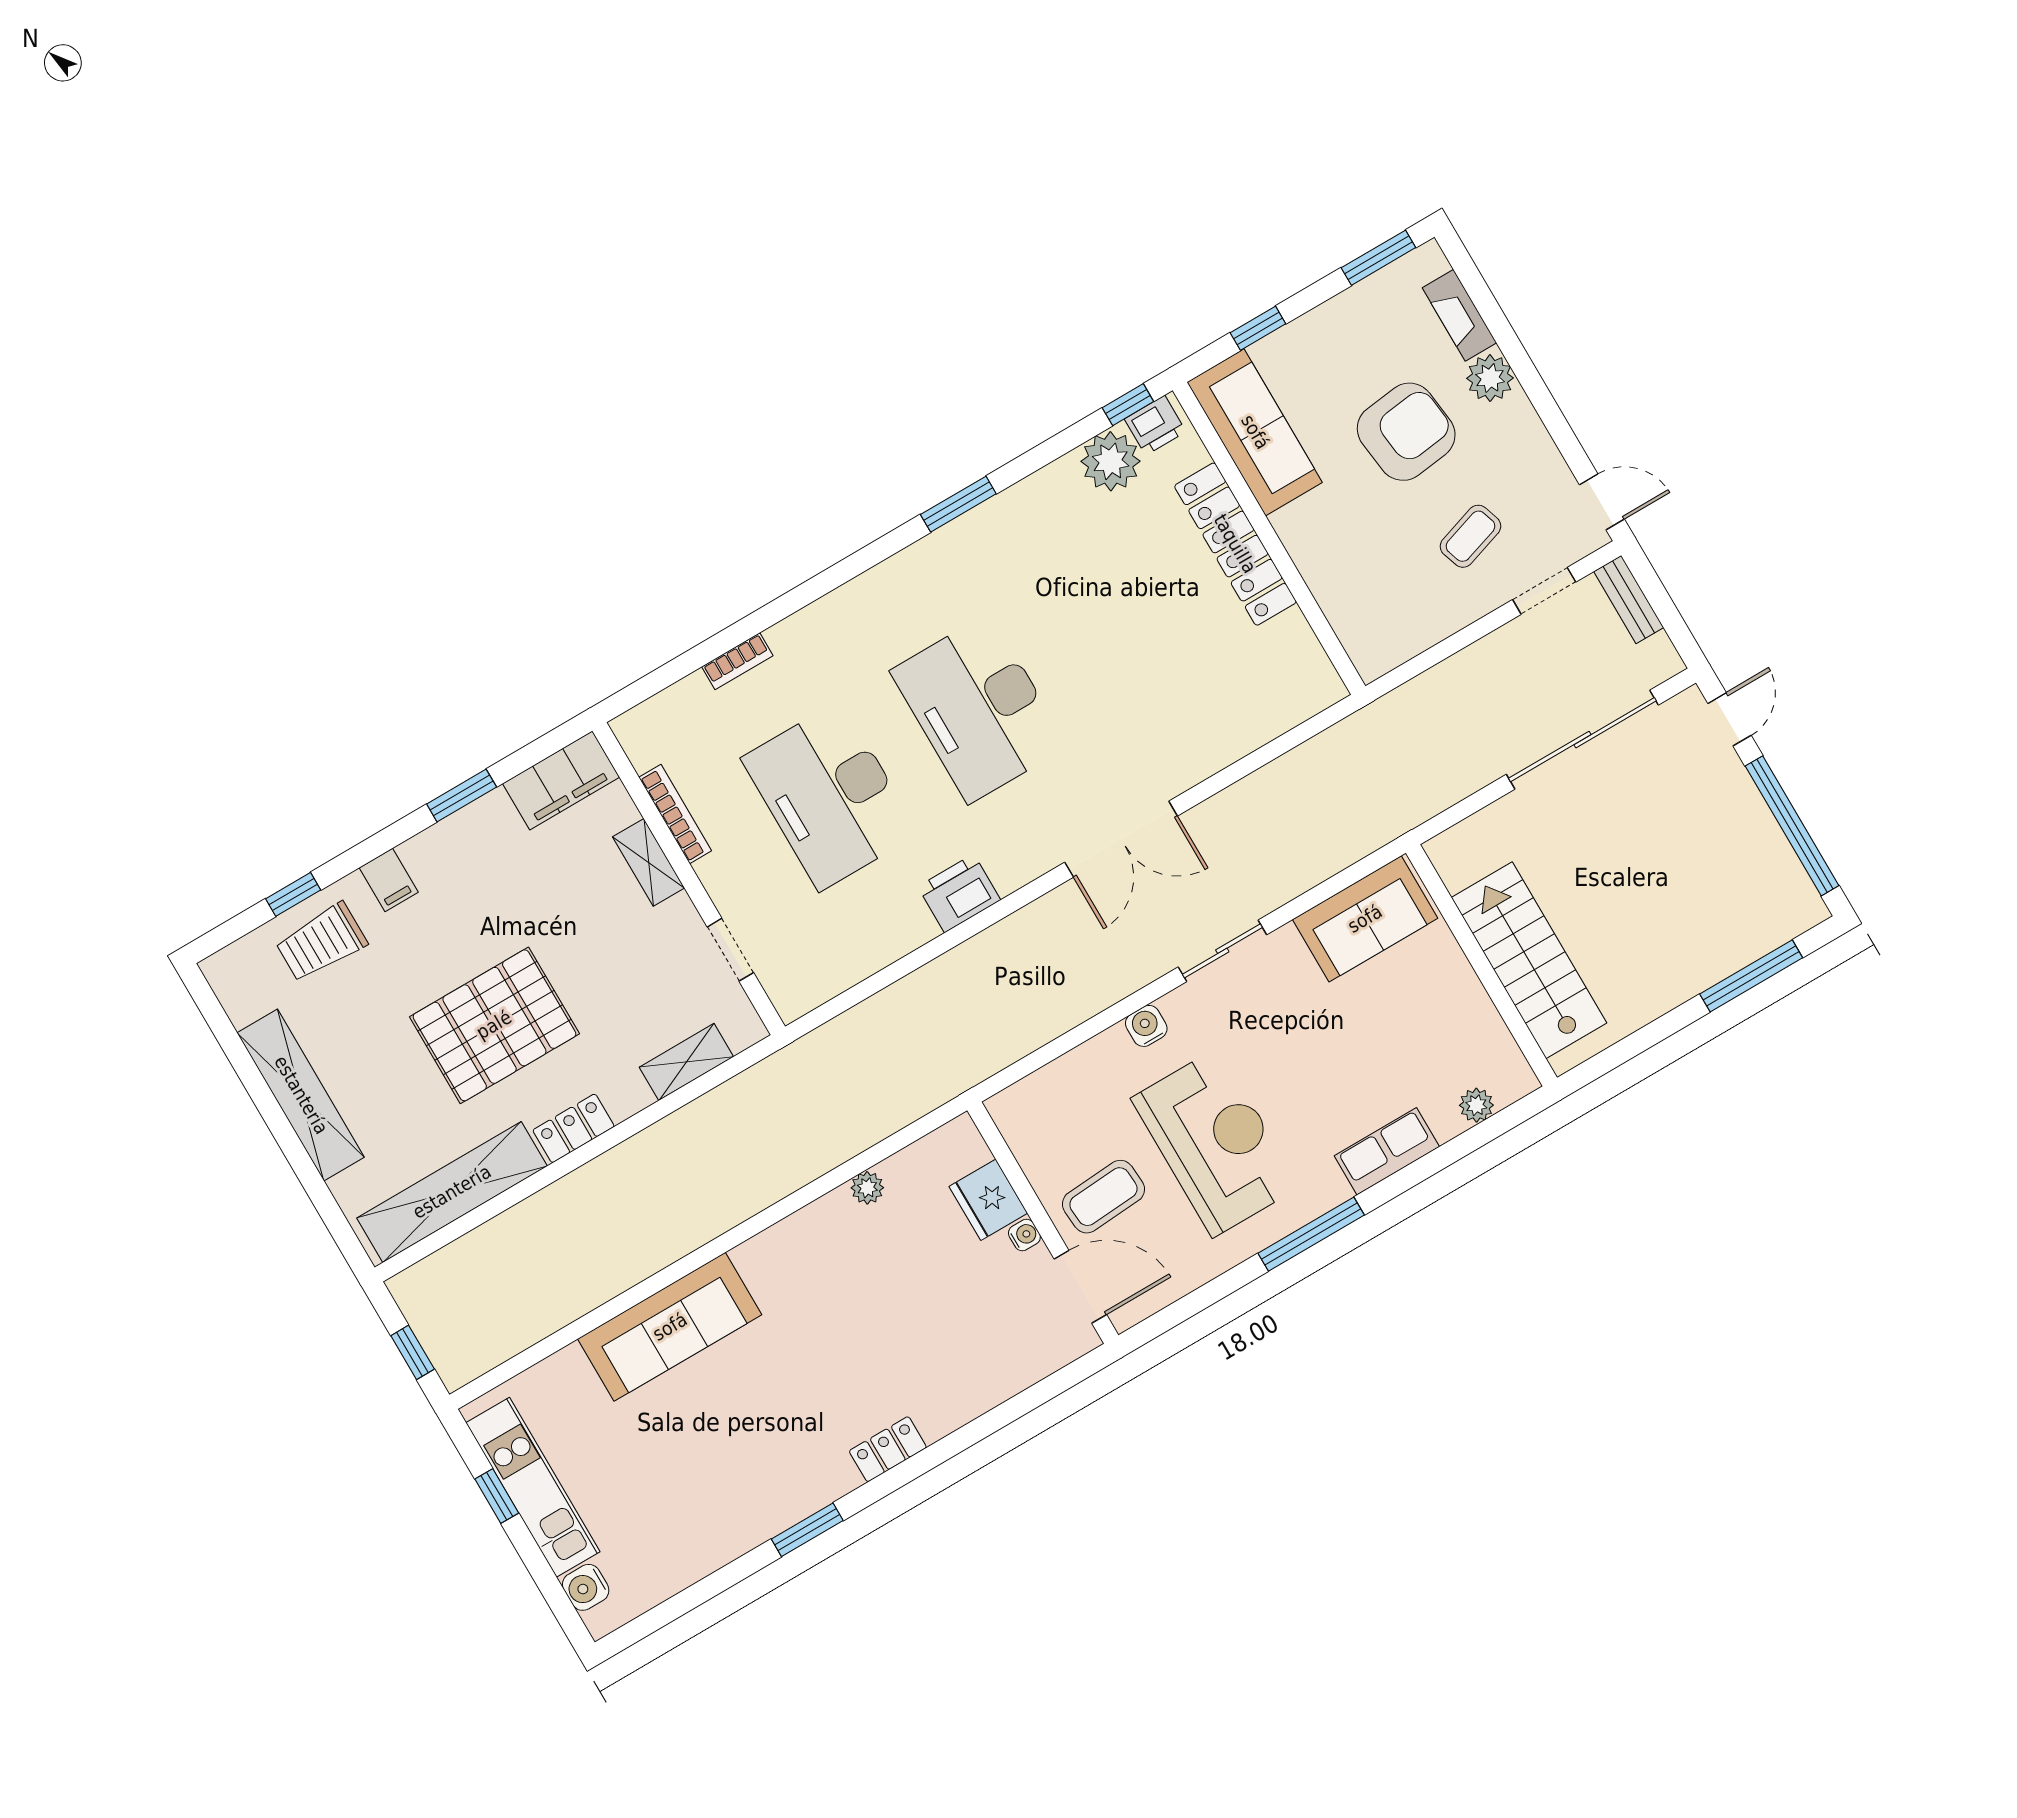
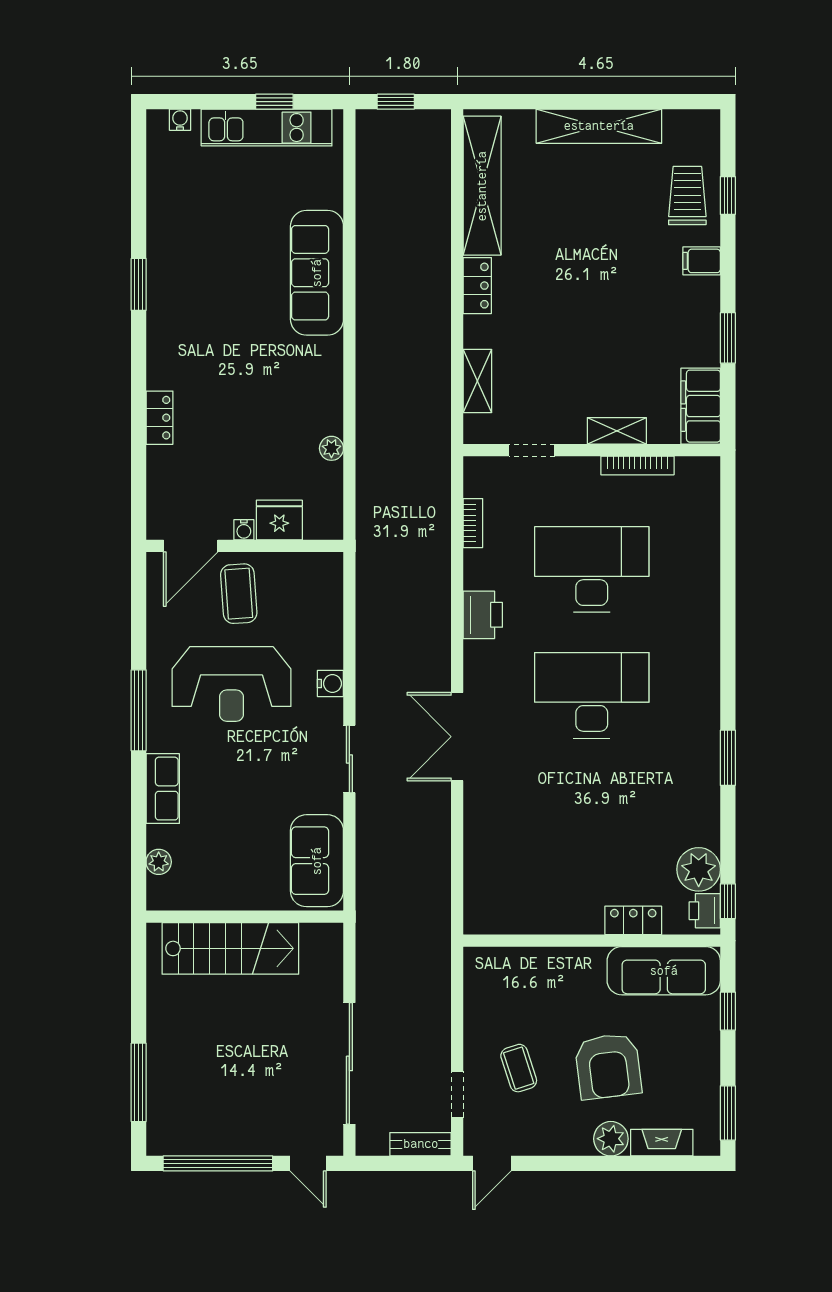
locker: (1235, 544) -> (633, 920), width x0.46, depth x0.83
bookcase: (737, 661) -> (473, 523), moved, turned 180
pallet: (494, 1025) -> (571, 274), removed
locker: (888, 1449) -> (160, 418), moved
water cooler: (586, 1587) -> (180, 120), width x0.72, depth x0.72

